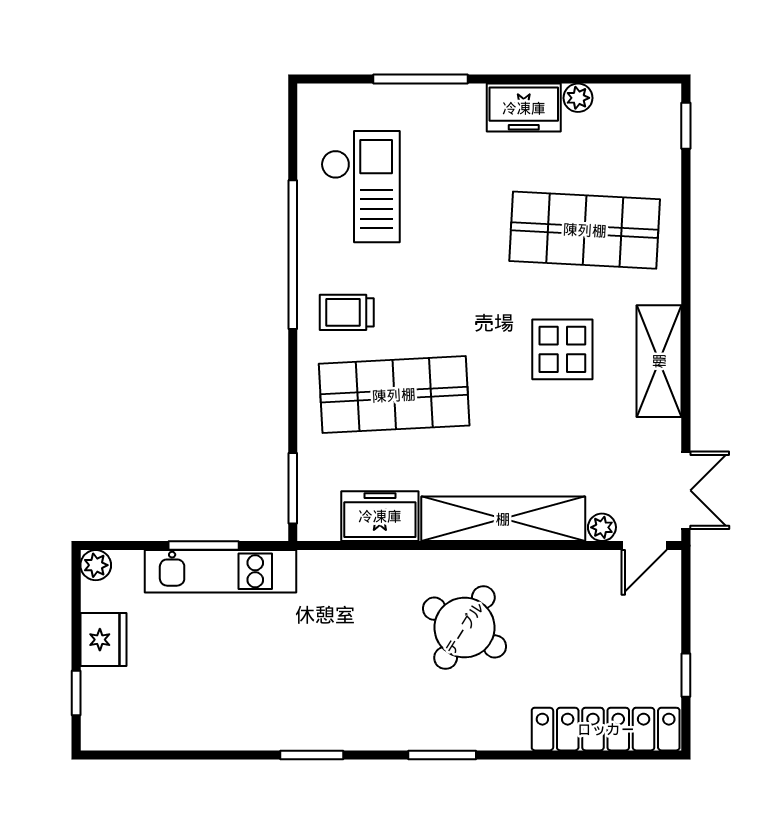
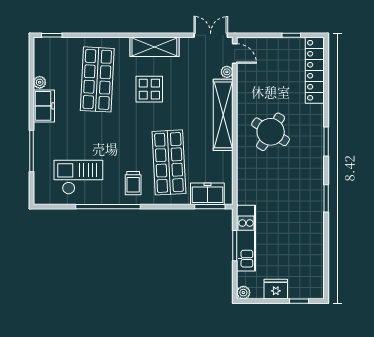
freezer: (380, 516) -> (207, 194), moved, turned 90

